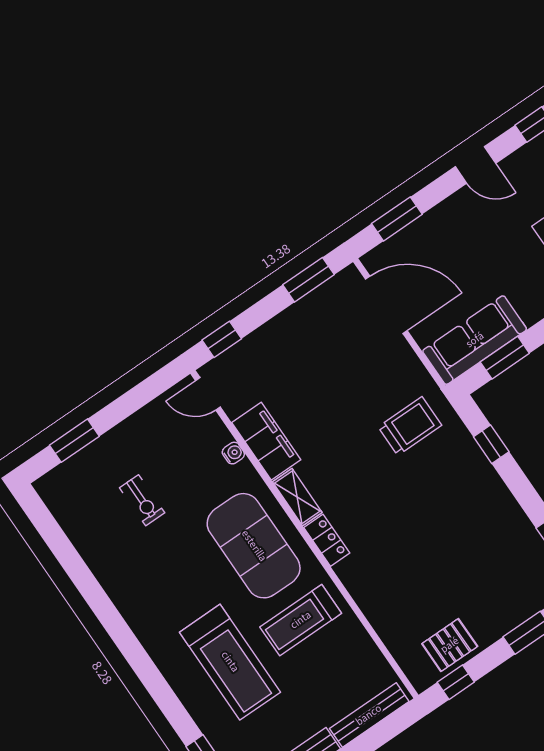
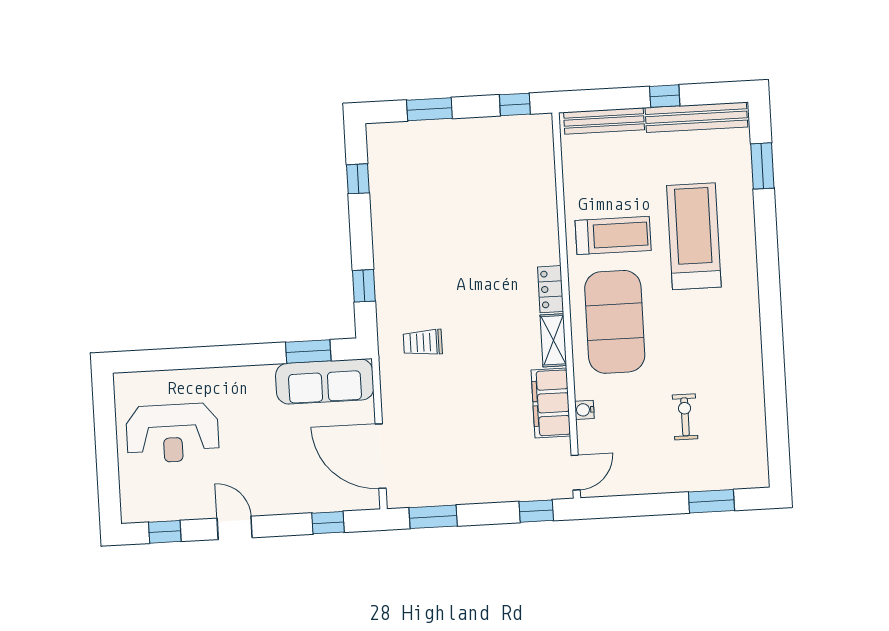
window: (397, 219) -> (328, 523), width x0.67
door: (208, 394) -> (576, 473), hinge flipped
trolley: (410, 426) -> (423, 342), width x0.73, depth x0.72
pallet: (450, 645) -> (501, 139), removed

